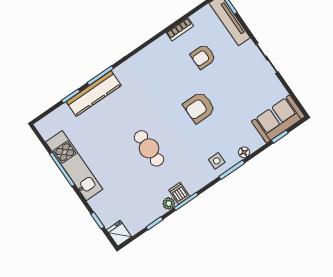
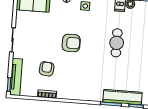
armchair: (203, 57) -> (47, 69), turned -85

